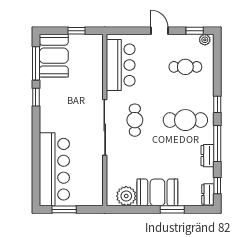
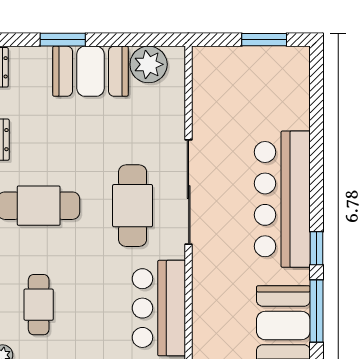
cafe table: (185, 67) -> (39, 305), turned 90
cafe table: (135, 120) -> (133, 206), width x1.37, depth x1.35
bar counter: (54, 169) -> (282, 199), moved

